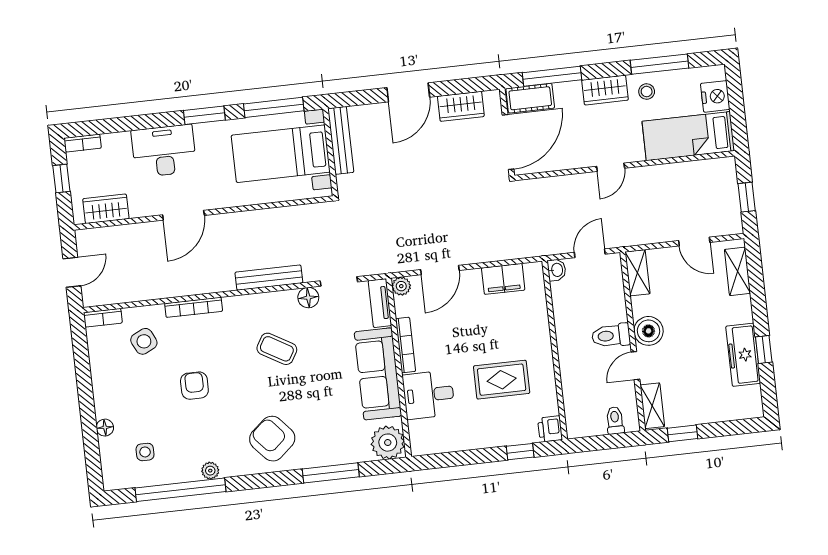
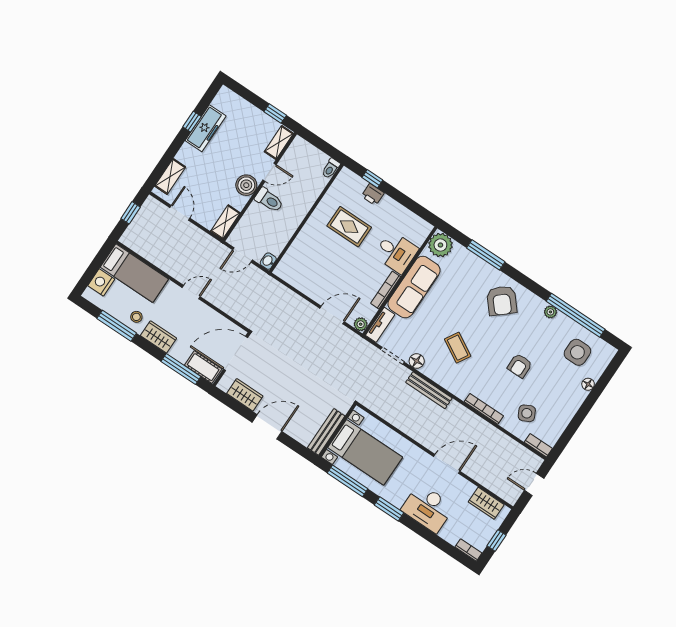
filing cabinet: (503, 279) -> (302, 281), removed
toilet: (615, 420) -> (331, 168), moved
printer: (550, 429) -> (373, 195), moved, turned 90
side table: (145, 452) -> (577, 352), width x1.87, depth x1.87

